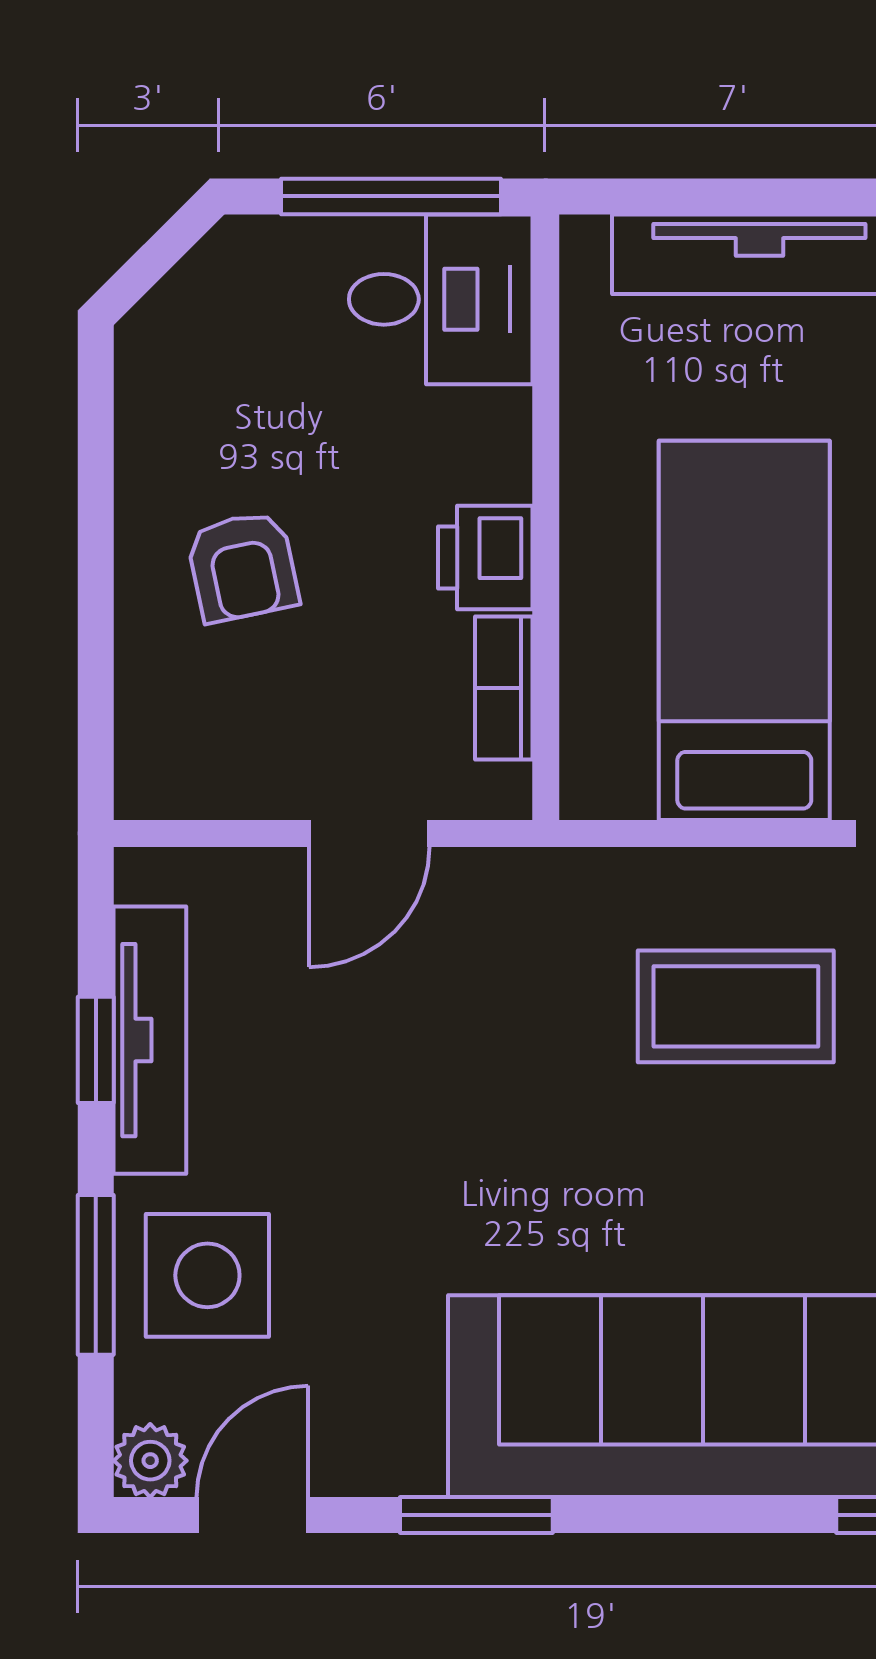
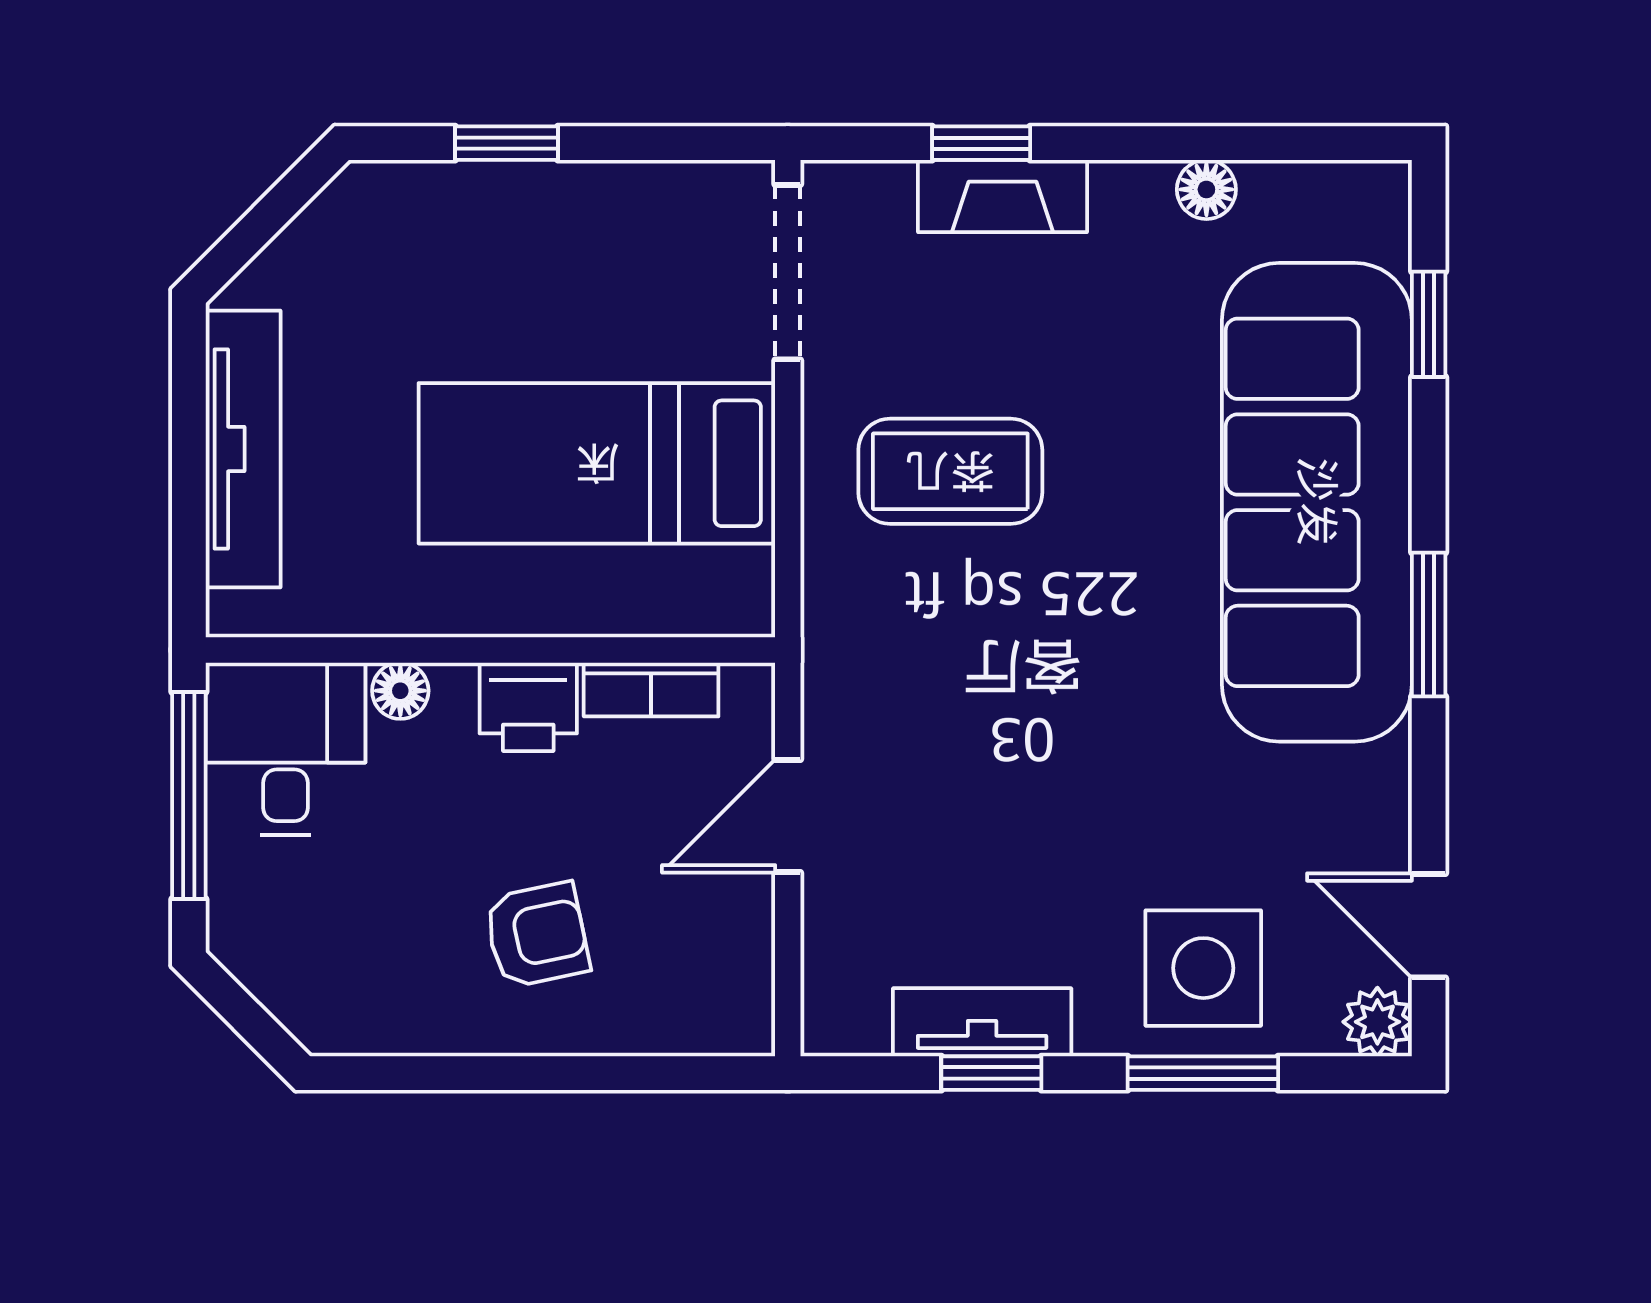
floor lamp: (502, 421) -> (400, 691), added
door: (369, 833) -> (788, 816), swing flipped
coffee table: (736, 1006) -> (950, 471), turned 90
tv unit: (150, 1040) -> (982, 1022), width x0.71
window: (476, 1515) -> (1429, 624), moved

